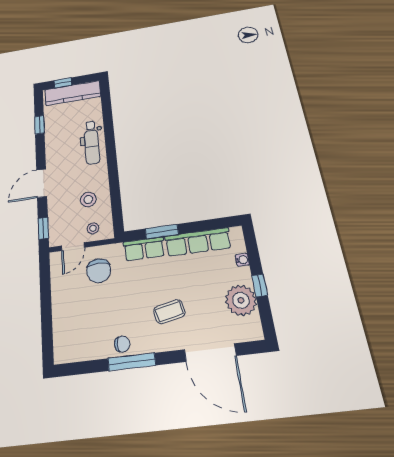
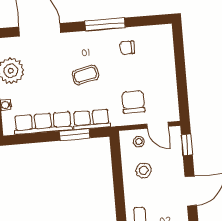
door: (73, 247) -> (158, 125), swing flipped
coffee table: (169, 312) -> (85, 75), moved
chair: (122, 344) -> (127, 48), moved

